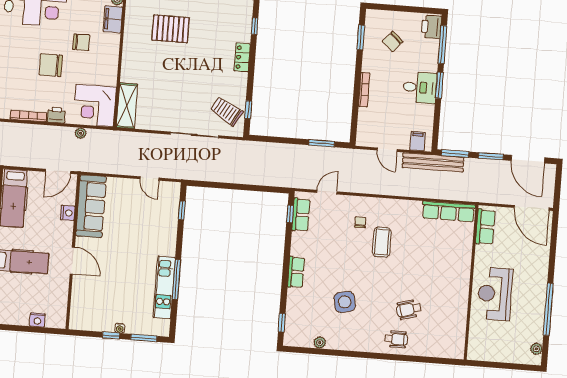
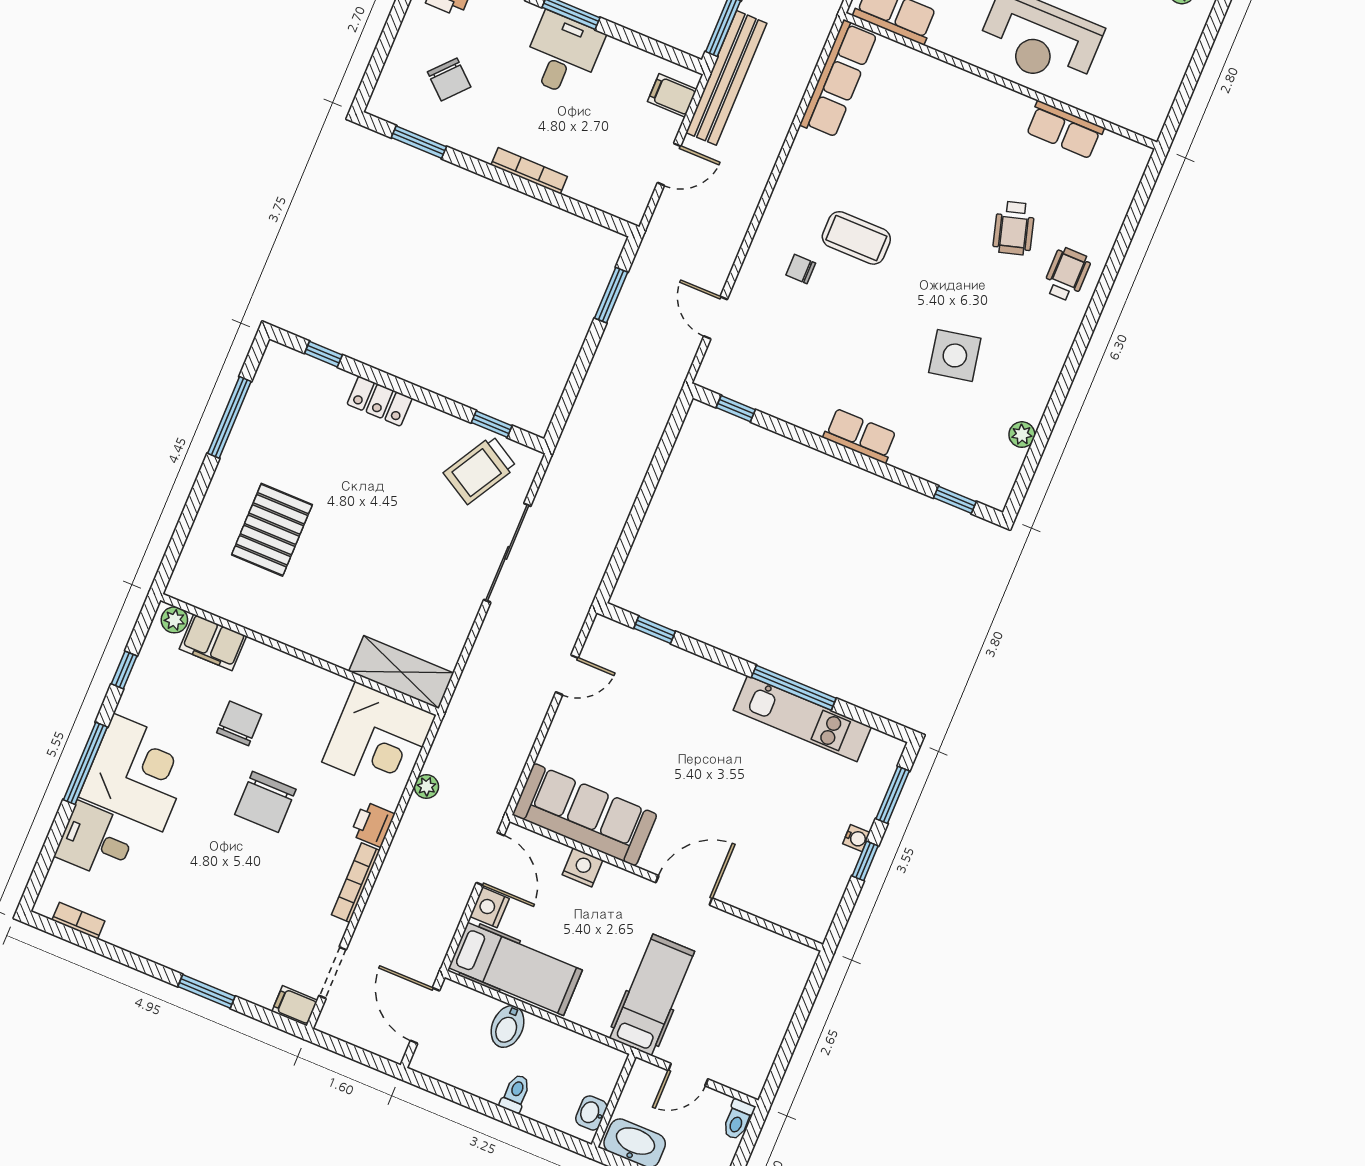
row of seats: (301, 215) -> (1065, 130), moved, turned 180
nightstand: (37, 320) -> (489, 907), moved, turned 180

